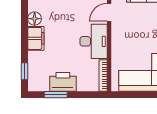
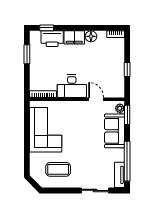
printer: (63, 82) -> (52, 39), moved, turned 90

